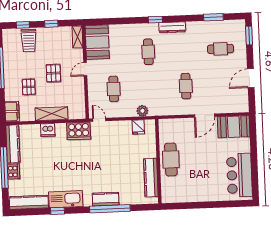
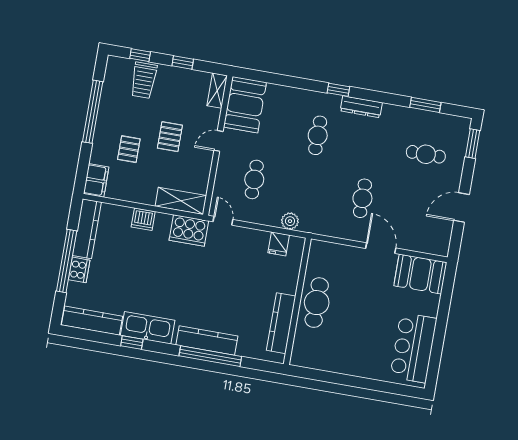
shelving: (52, 114) -> (181, 201), moved
door: (205, 116) -> (381, 248), swing flipped
kitchen counter: (106, 199) -> (207, 341), width x1.50

